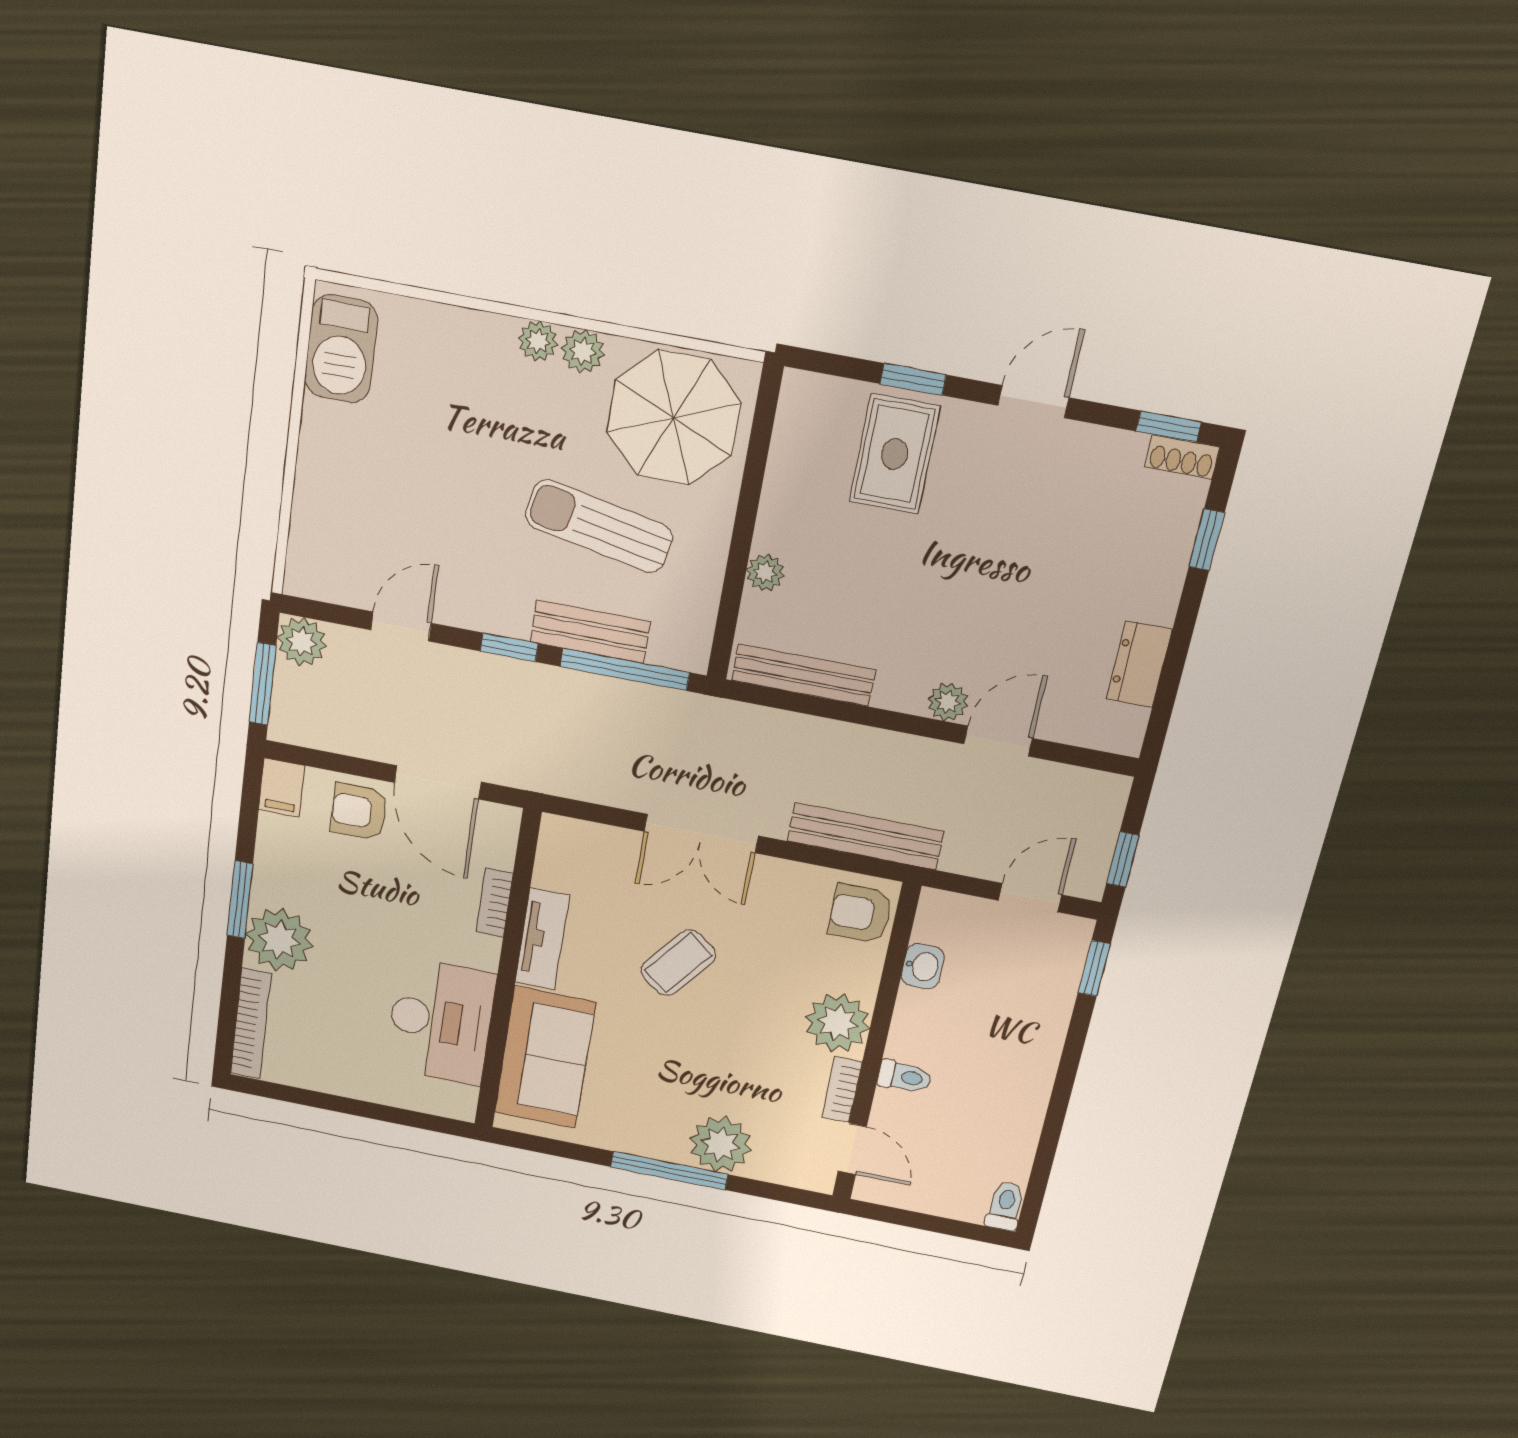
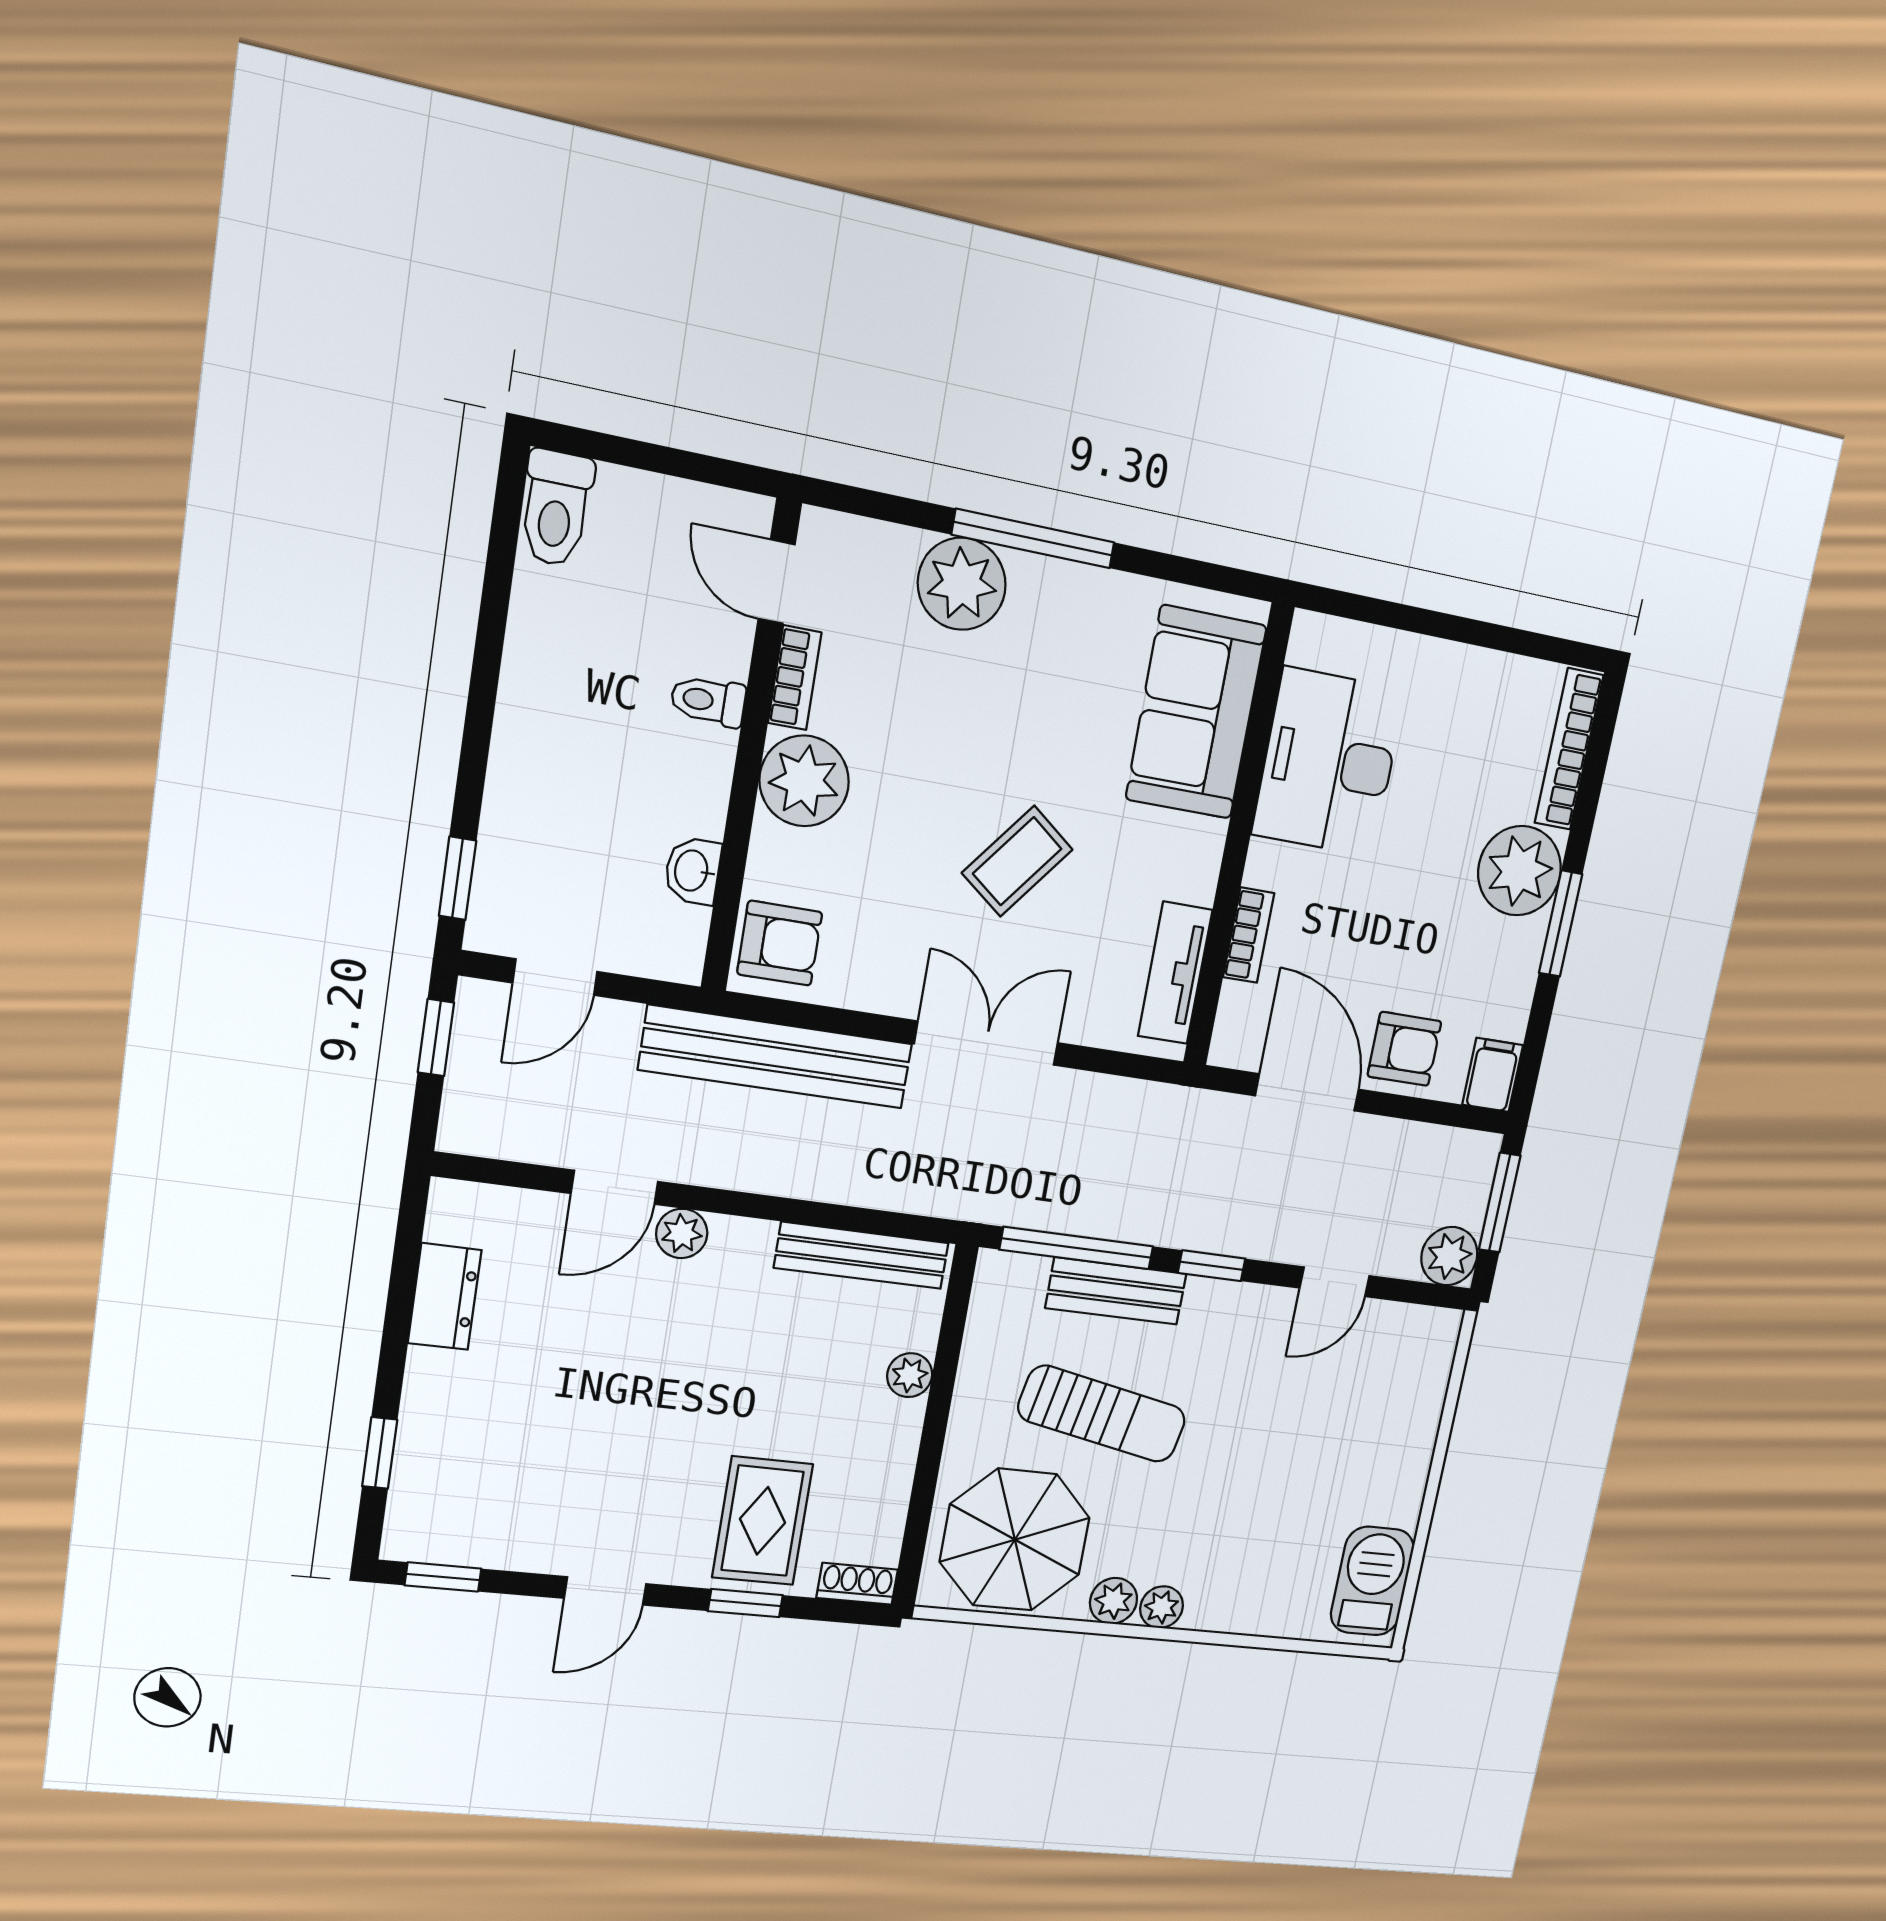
shoe rack: (1182, 457) -> (857, 1584), moved
bench: (865, 836) -> (776, 1057), width x1.37, depth x1.21
tv unit: (542, 939) -> (1175, 973), moved
toilet: (1005, 1206) -> (556, 508), width x1.37, depth x1.39

